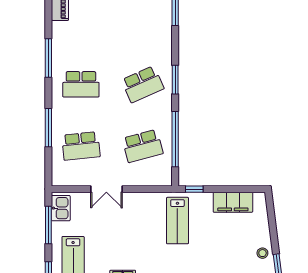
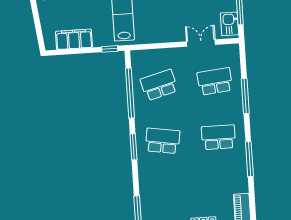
school desk: (143, 84) -> (163, 141), turned 33
double door: (106, 189) -> (201, 43), moved

